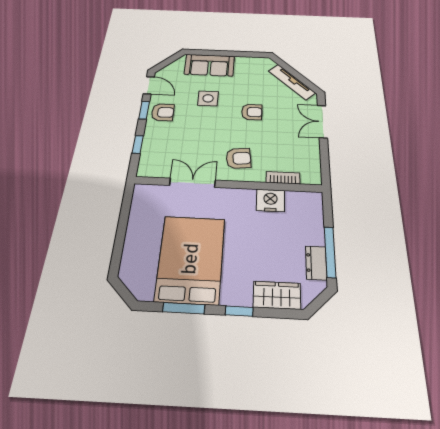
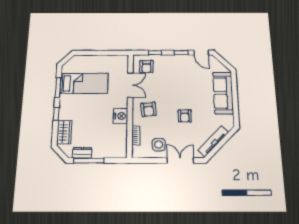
sofa: (209, 65) -> (223, 93), width x1.36
door: (149, 85) -> (201, 53), hinge flipped
side table: (208, 98) -> (159, 145), moved
armchair: (163, 112) -> (146, 67), moved
nightstand: (270, 200) -> (120, 116), moved
bed: (191, 259) -> (84, 83), width x0.67

